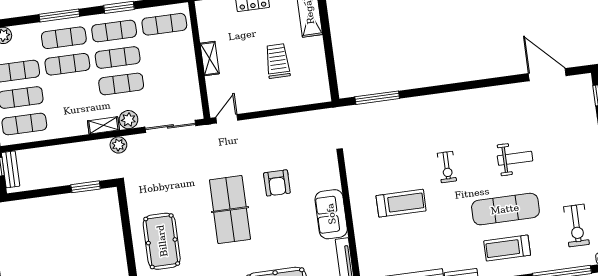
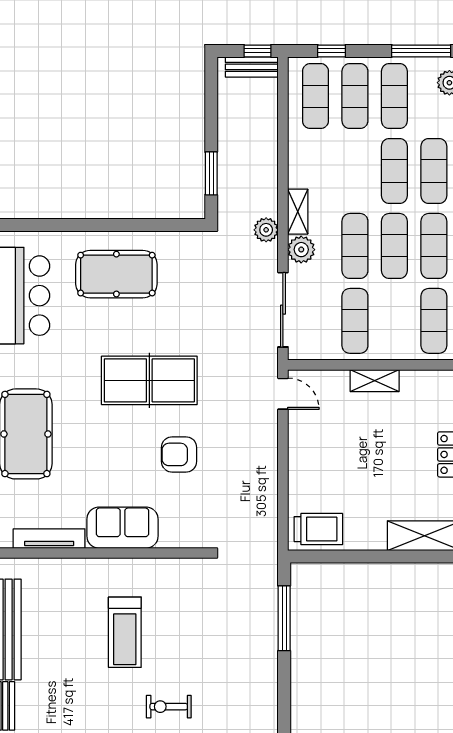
trolley: (278, 61) -> (318, 529), moved
exercise mat: (171, 77) -> (355, 321), added

